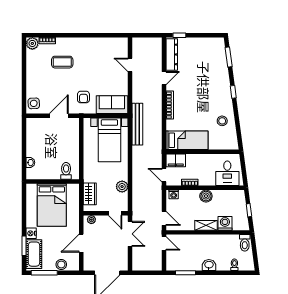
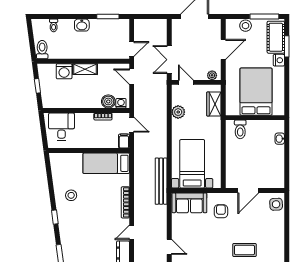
stool: (222, 121) -> (71, 195), moved
filing cabinet: (176, 160) -> (124, 141), width x0.50
boiler: (206, 196) -> (108, 101), moved
door: (164, 243) -> (132, 49), swing flipped

